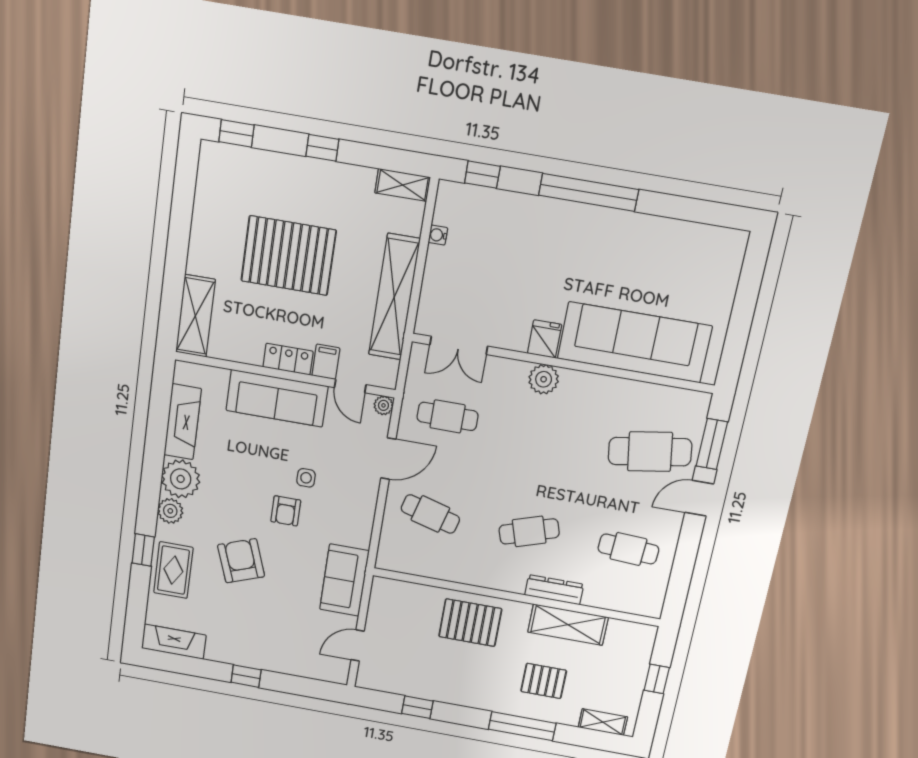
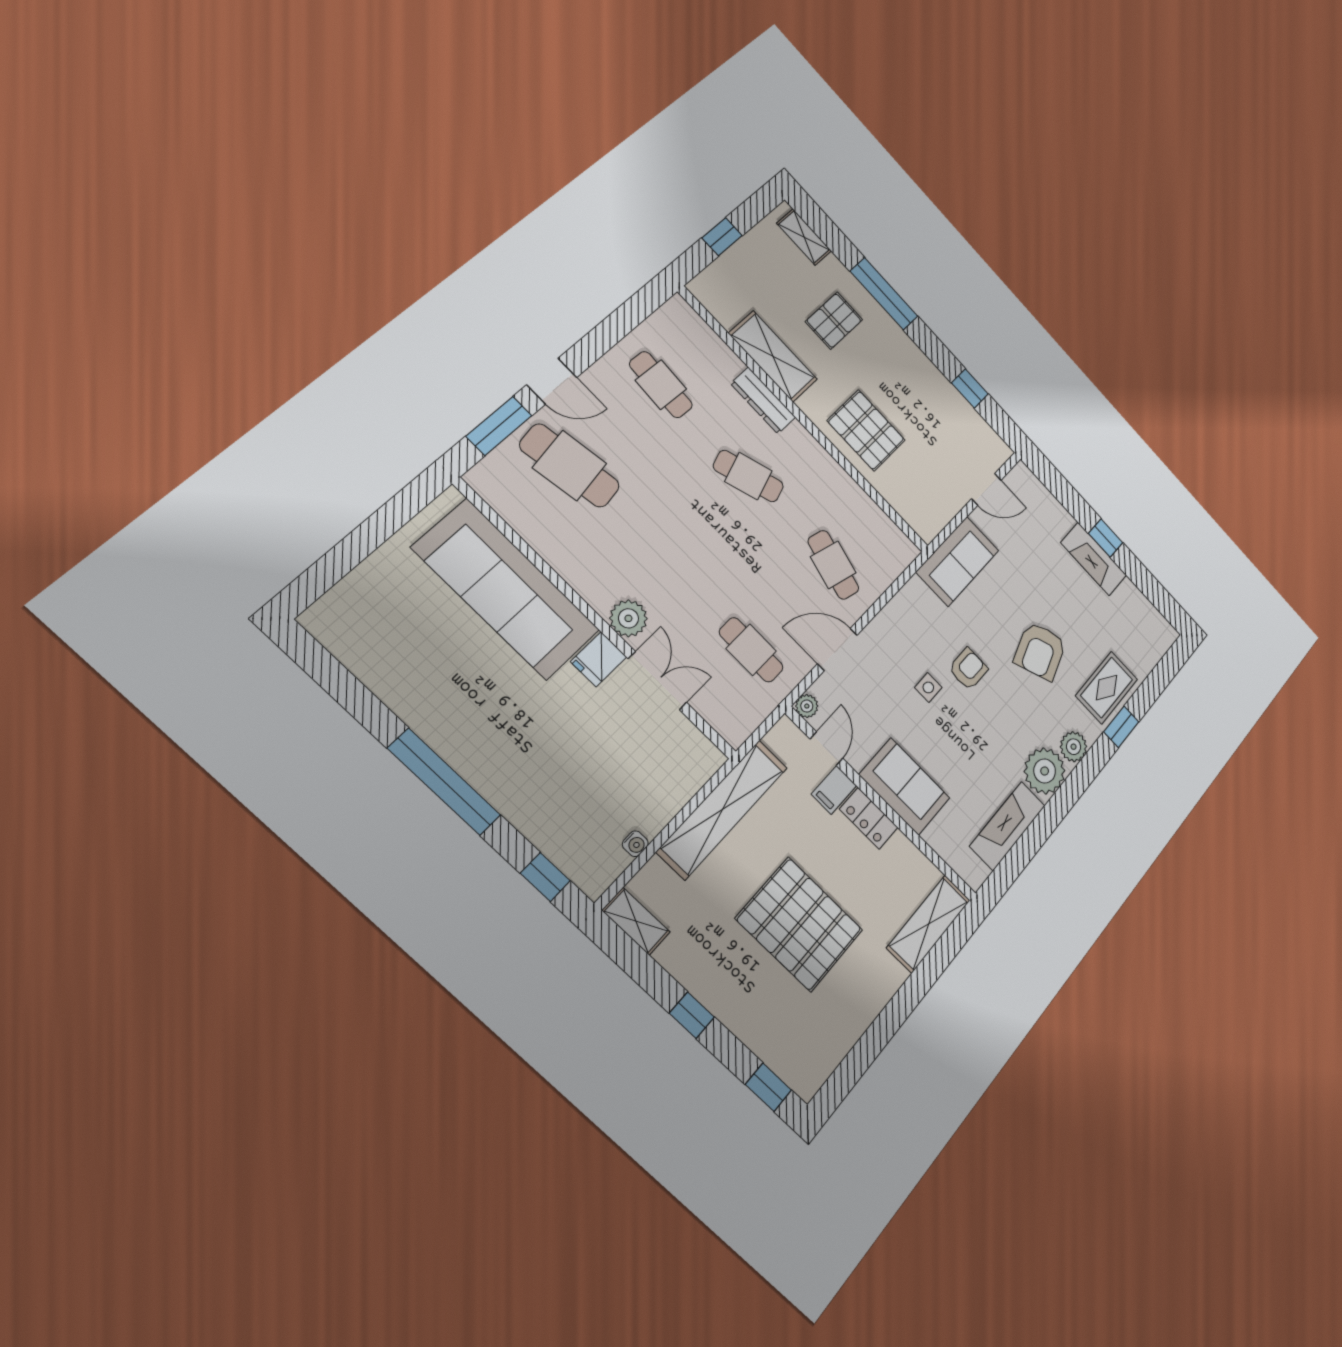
double door: (459, 345) -> (658, 681), moved
sofa: (277, 398) -> (905, 786), width x0.73
fireplace: (174, 642) -> (1094, 559), moved
pallet: (544, 681) -> (834, 321), turned 90

